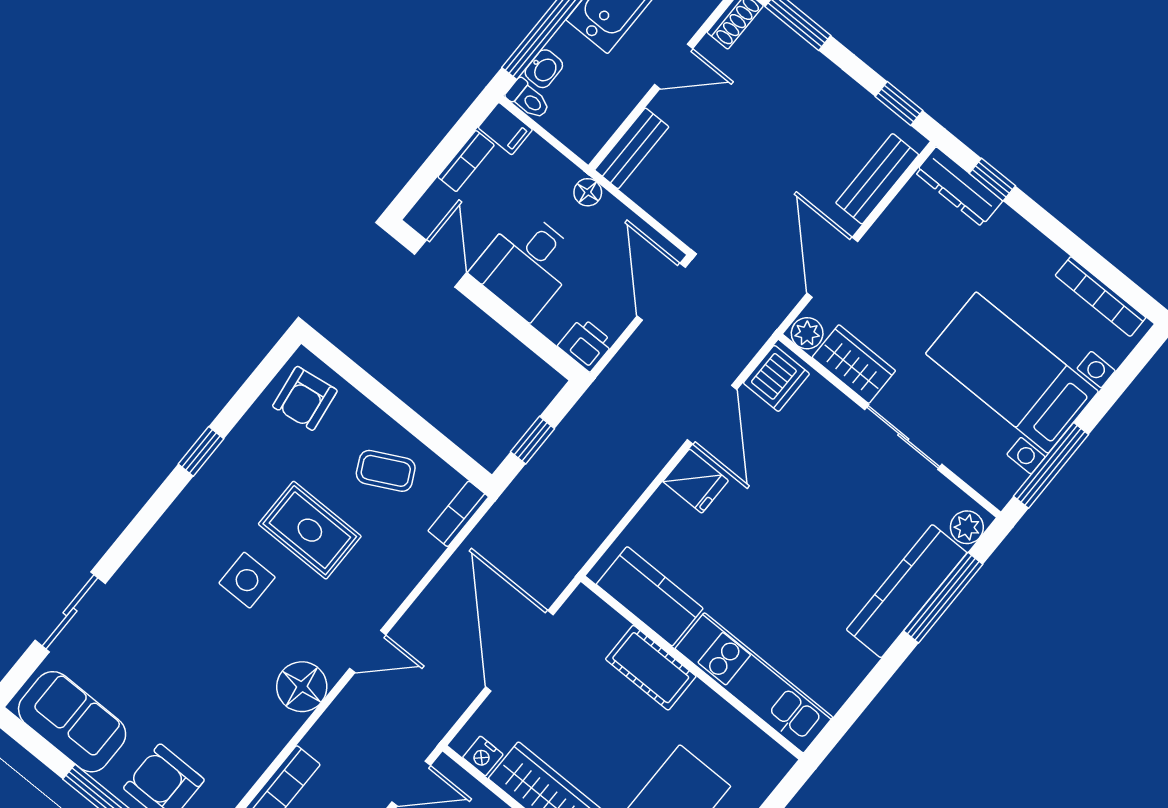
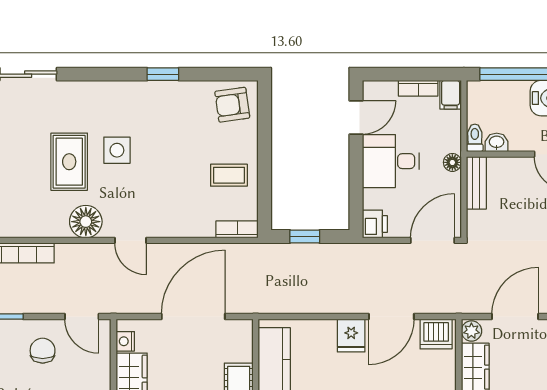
washbasin: (544, 69) -> (497, 142), moved, turned 180
toilet: (528, 99) -> (475, 138), moved, turned 180
bench: (632, 148) -> (476, 183), moved, turned 90
coffee table: (386, 471) -> (229, 175), turned -63
rug: (310, 530) -> (69, 162), moved

